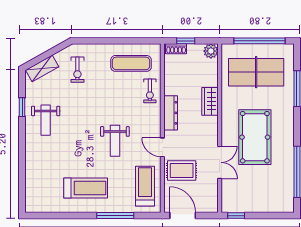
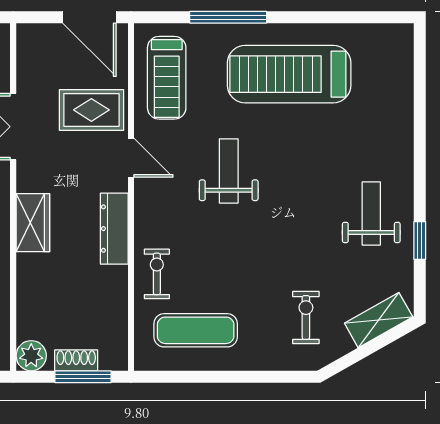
window: (186, 41) -> (83, 377), width x1.50
shoe rack: (176, 49) -> (76, 360), moved
wardrobe: (210, 101) -> (33, 223), moved
treadmill: (86, 188) -> (289, 74), width x1.37, depth x1.38

